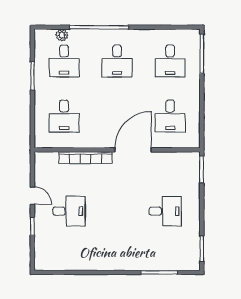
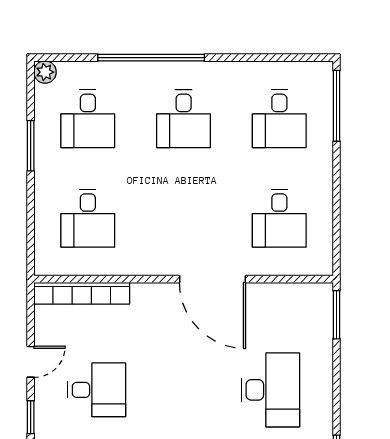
plant: (62, 35) -> (45, 72), moved
door: (133, 150) -> (213, 279), swing flipped
bookcase: (85, 158) -> (82, 293), moved
door: (32, 196) -> (31, 362), hinge flipped
desk: (165, 211) -> (271, 390), width x1.37

